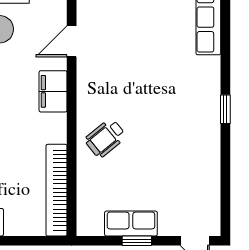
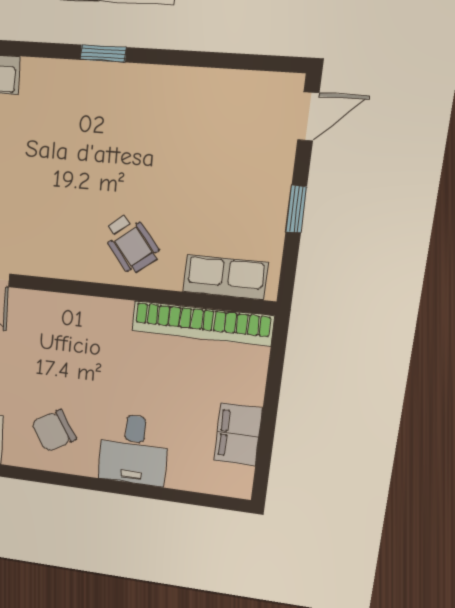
filing cabinet: (53, 91) -> (56, 312), removed
row of seats: (131, 224) -> (225, 277), moved, turned 90

